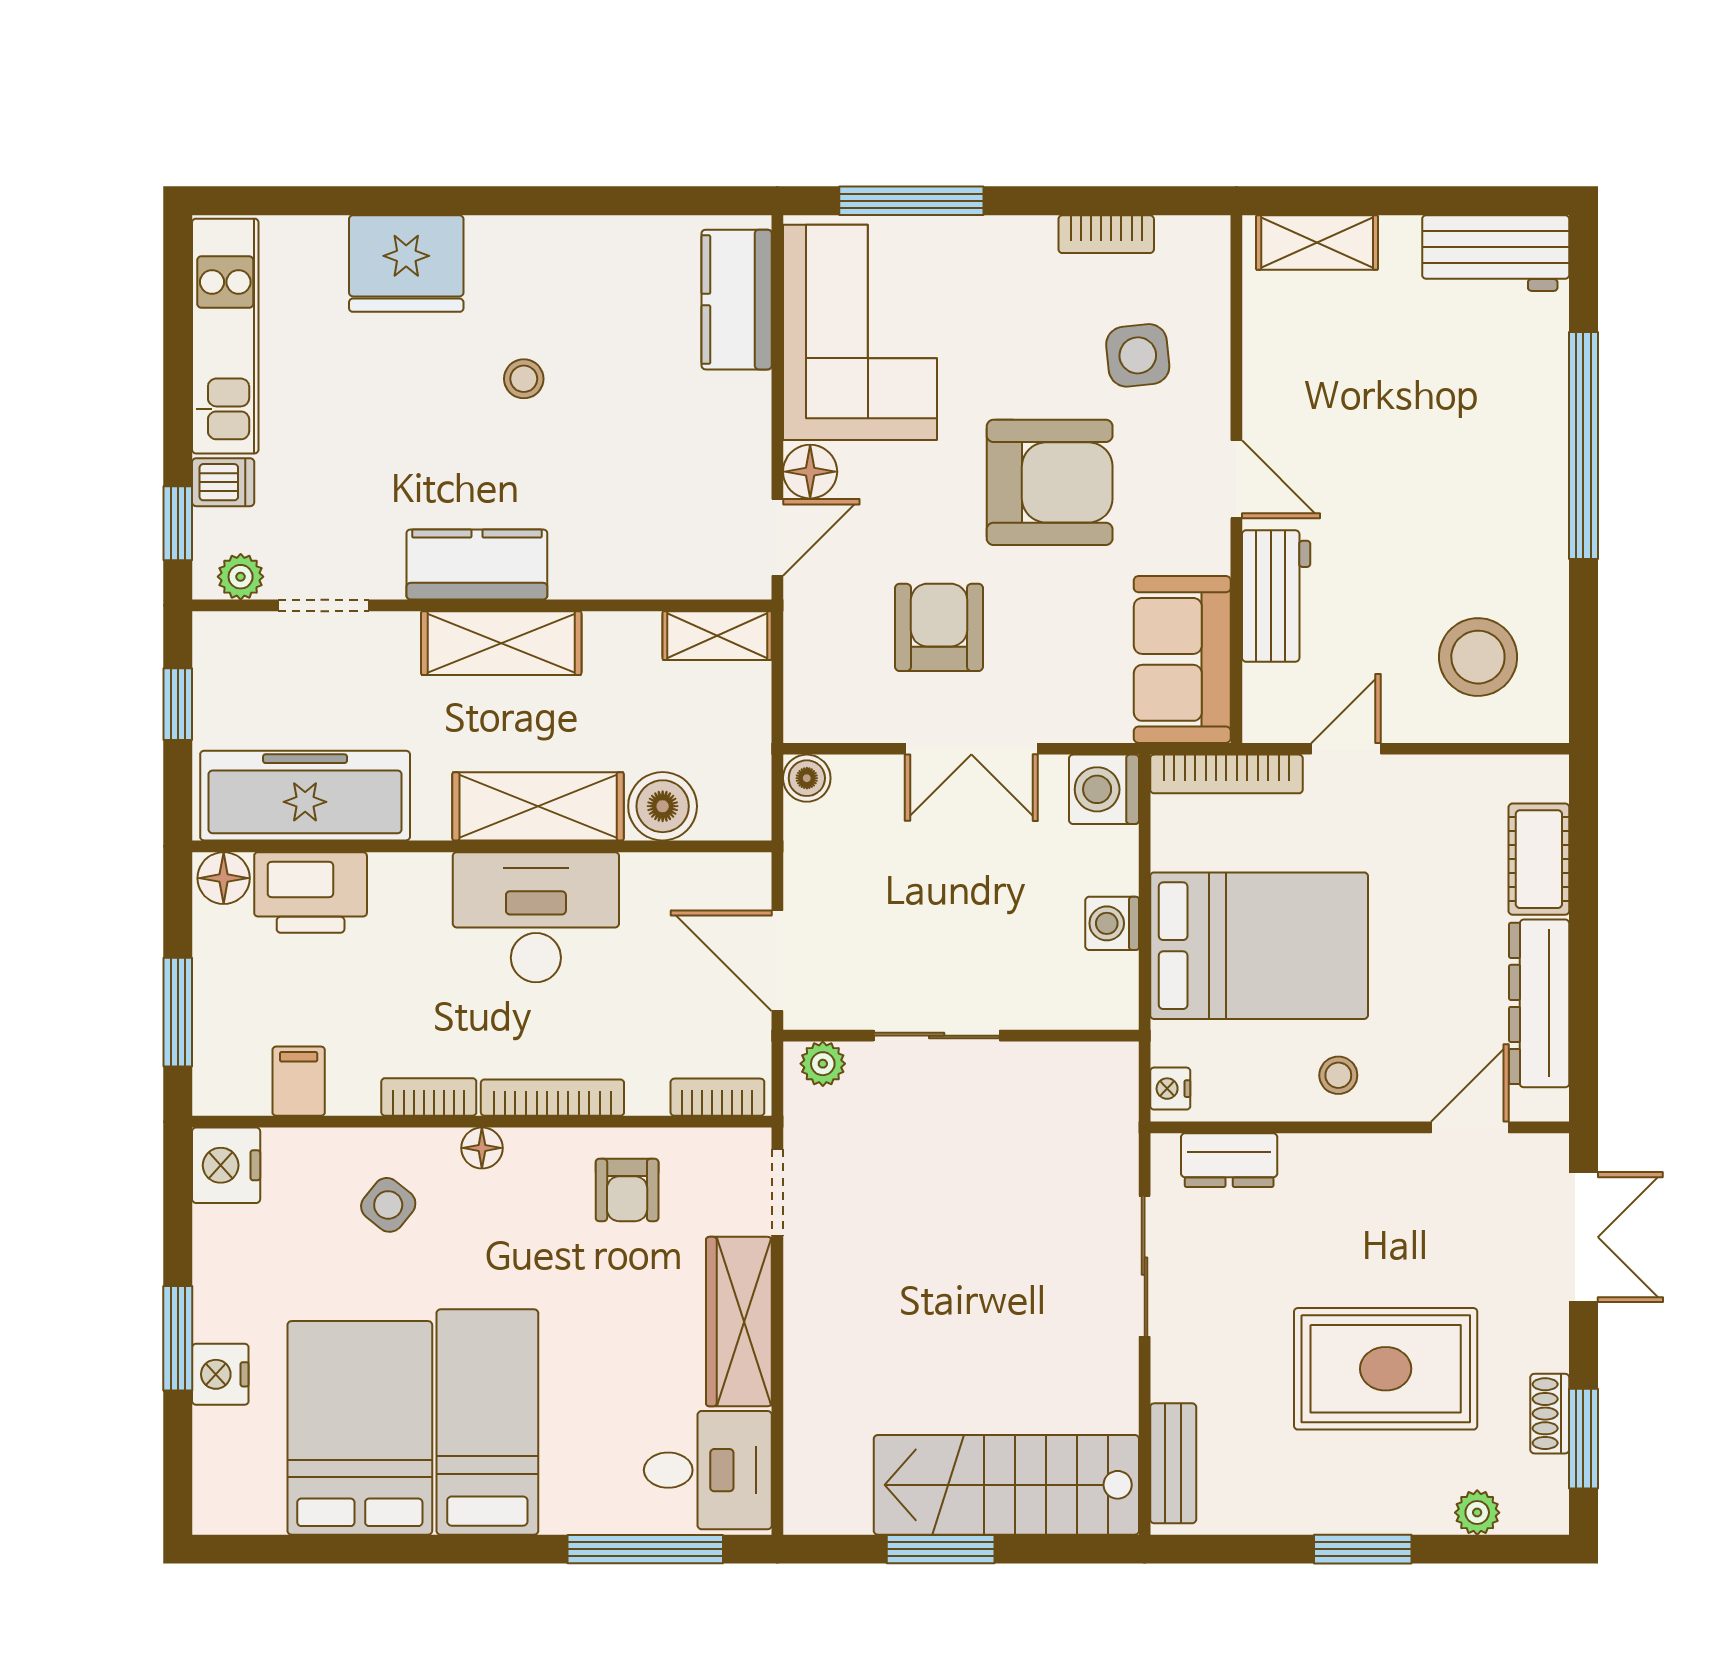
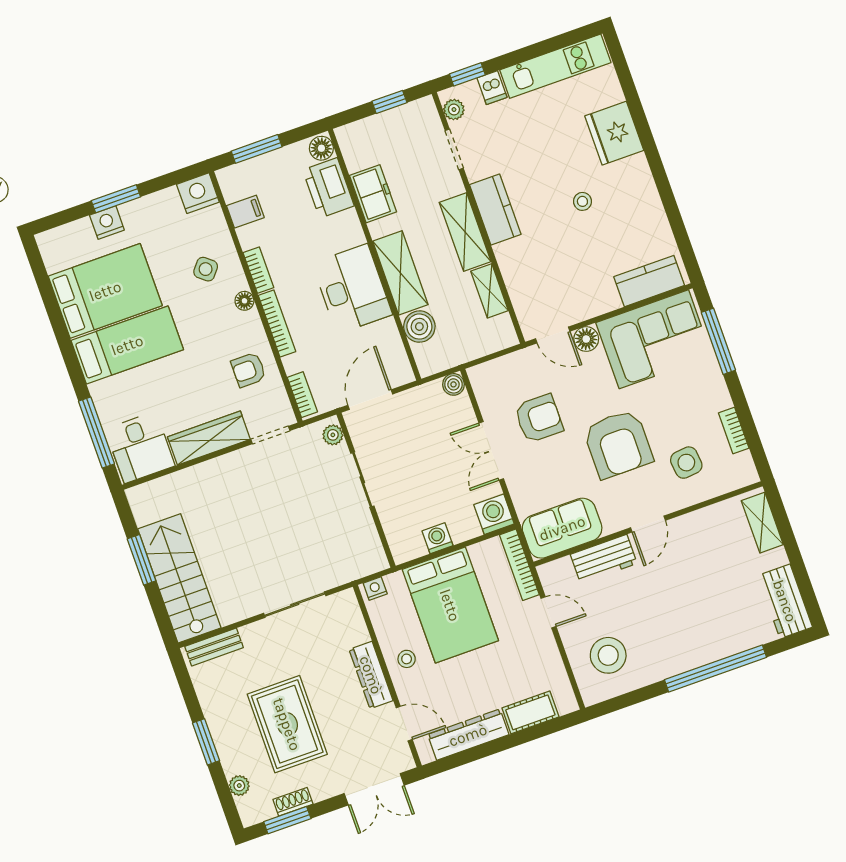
shelving: (717, 636) -> (490, 291), moved
freezer: (305, 796) -> (373, 194), width x0.52, depth x0.79
dresser: (1229, 1160) -> (371, 675), moved, width x1.44

